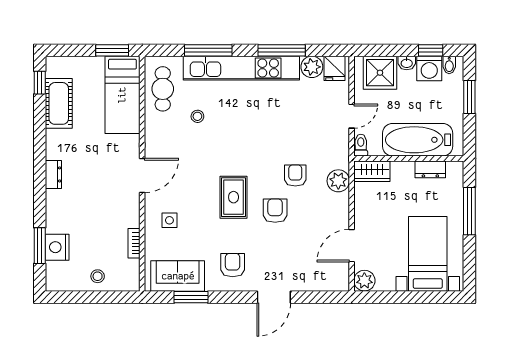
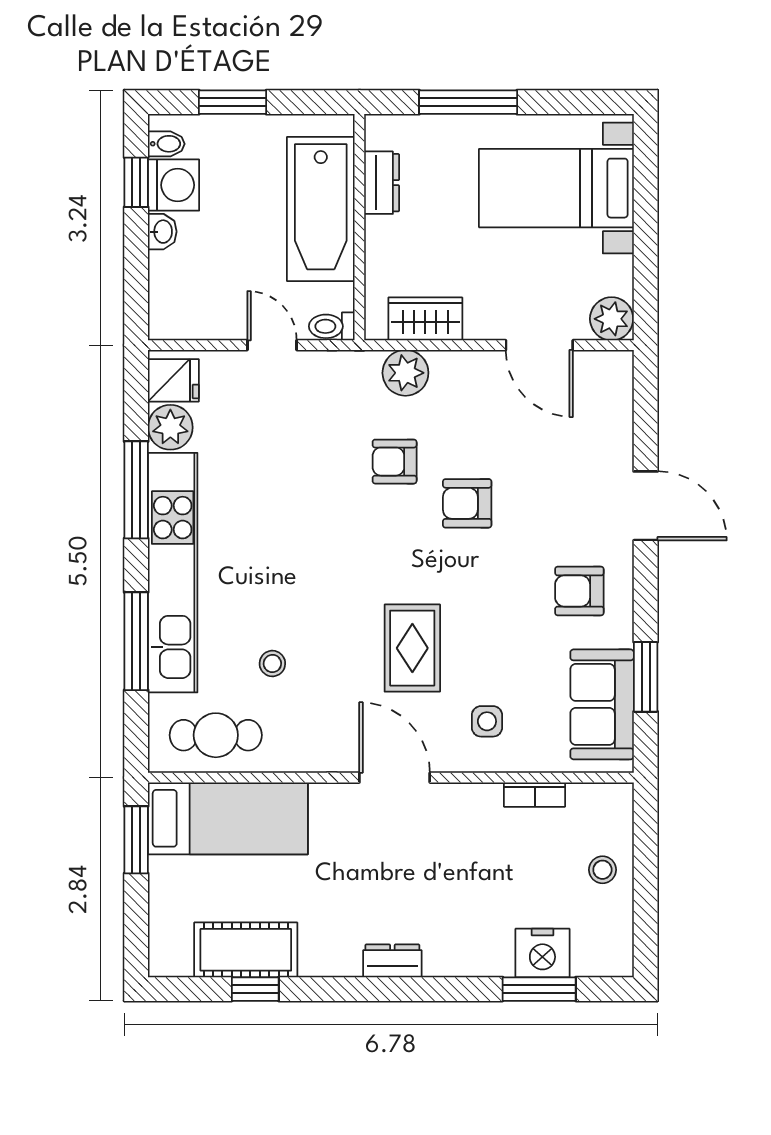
shower: (380, 73) -> (182, 287), removed
window: (40, 83) -> (255, 989), moved
wardrobe: (372, 171) -> (425, 319), moved, turned -90
rug: (234, 197) -> (412, 648), moved, turned 90

